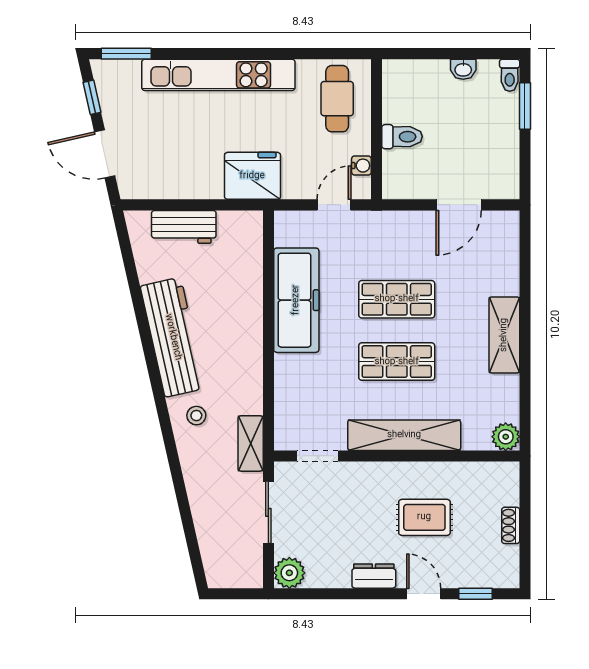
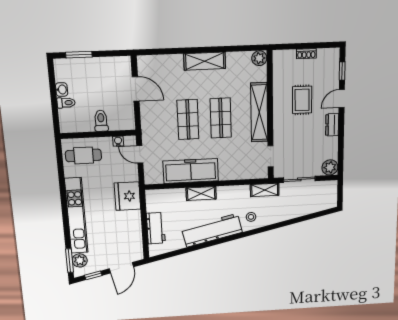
plant: (125, 73) -> (80, 260), added
toilet: (510, 75) -> (66, 103), moved
shelving: (250, 319) -> (201, 193), added

